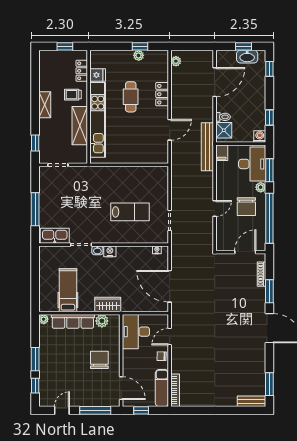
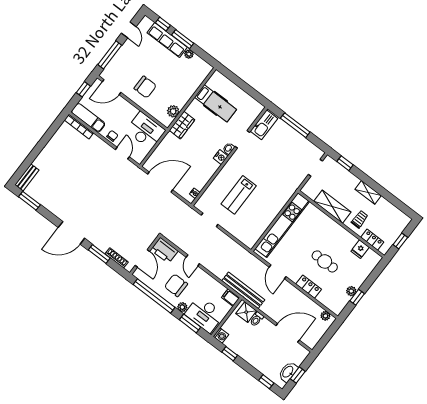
door: (215, 82) -> (288, 333), swing flipped
kitchen unit: (98, 120) -> (282, 225), moved, turned -90
printer: (224, 239) -> (164, 250), added
plant: (44, 319) -> (189, 54), moved
row of seats: (73, 321) -> (167, 40), moved, turned -90

